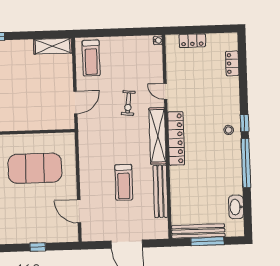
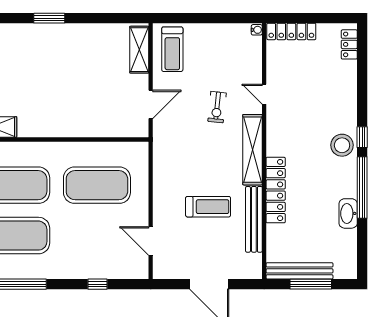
locker: (192, 41) -> (291, 31), width x1.53
shelving: (53, 46) -> (139, 50), moved, turned 90
locker: (232, 63) -> (349, 44), moved
stool: (229, 130) -> (342, 145), width x1.89, depth x1.89
locker: (176, 138) -> (276, 190), moved
treadmill: (124, 182) -> (208, 207), turned -90
washbasin: (236, 207) -> (348, 213), moved

